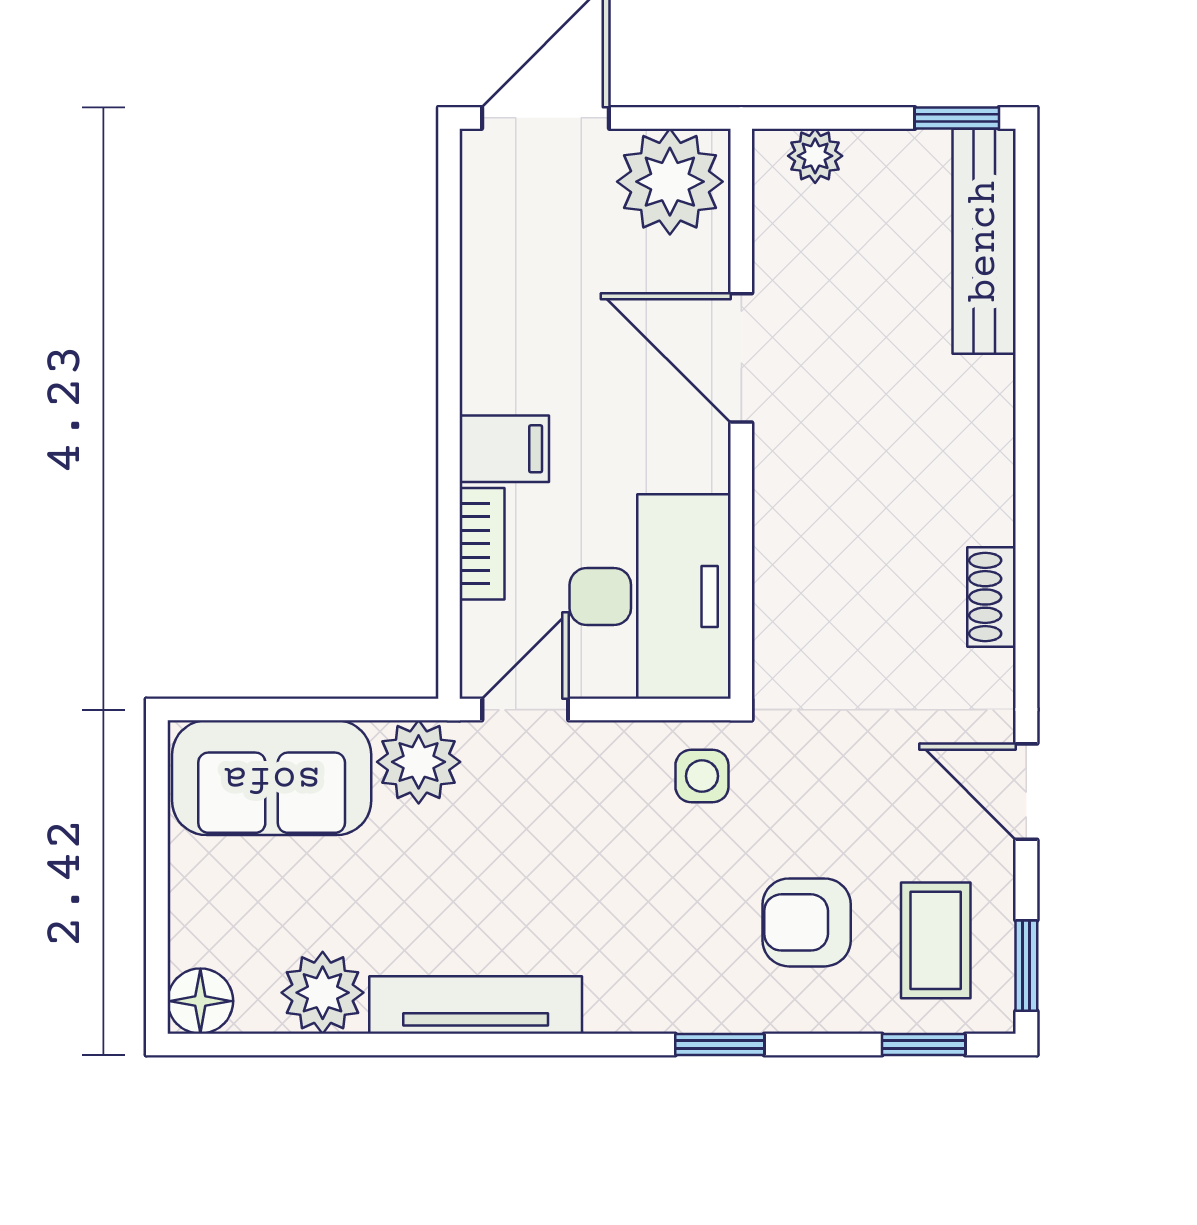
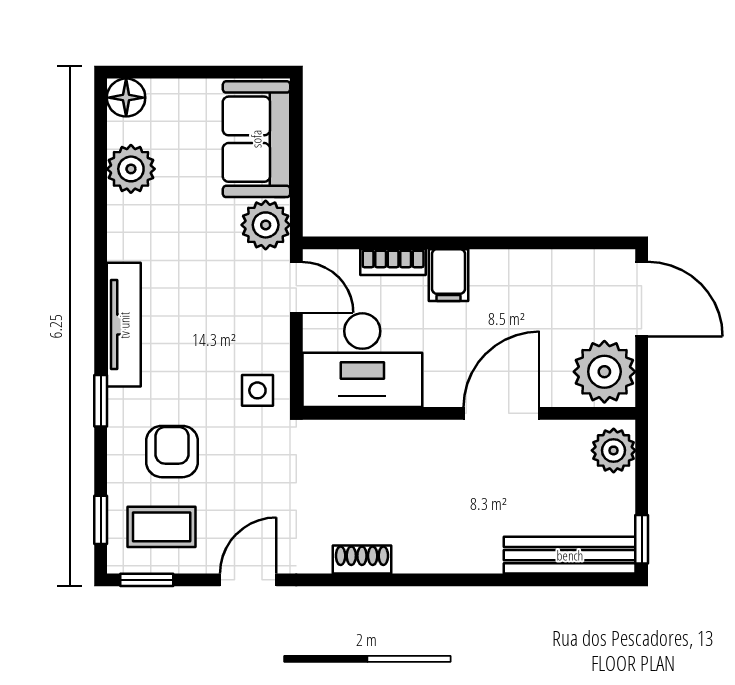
plant: (815, 156) -> (614, 450), width x1.38, depth x1.38
tv unit: (476, 1005) -> (124, 325), moved

